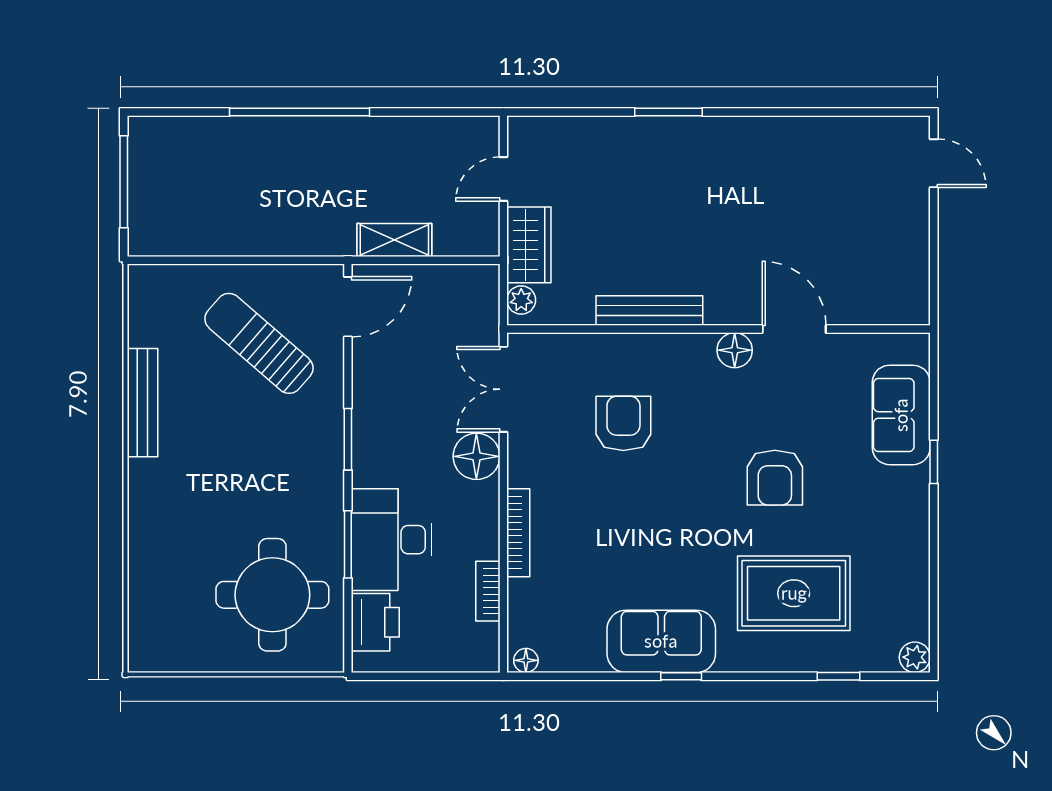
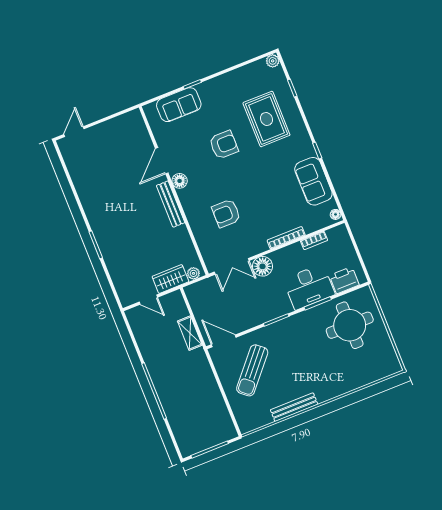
bench: (649, 311) -> (171, 204), moved
sofa: (661, 641) -> (313, 181), moved

